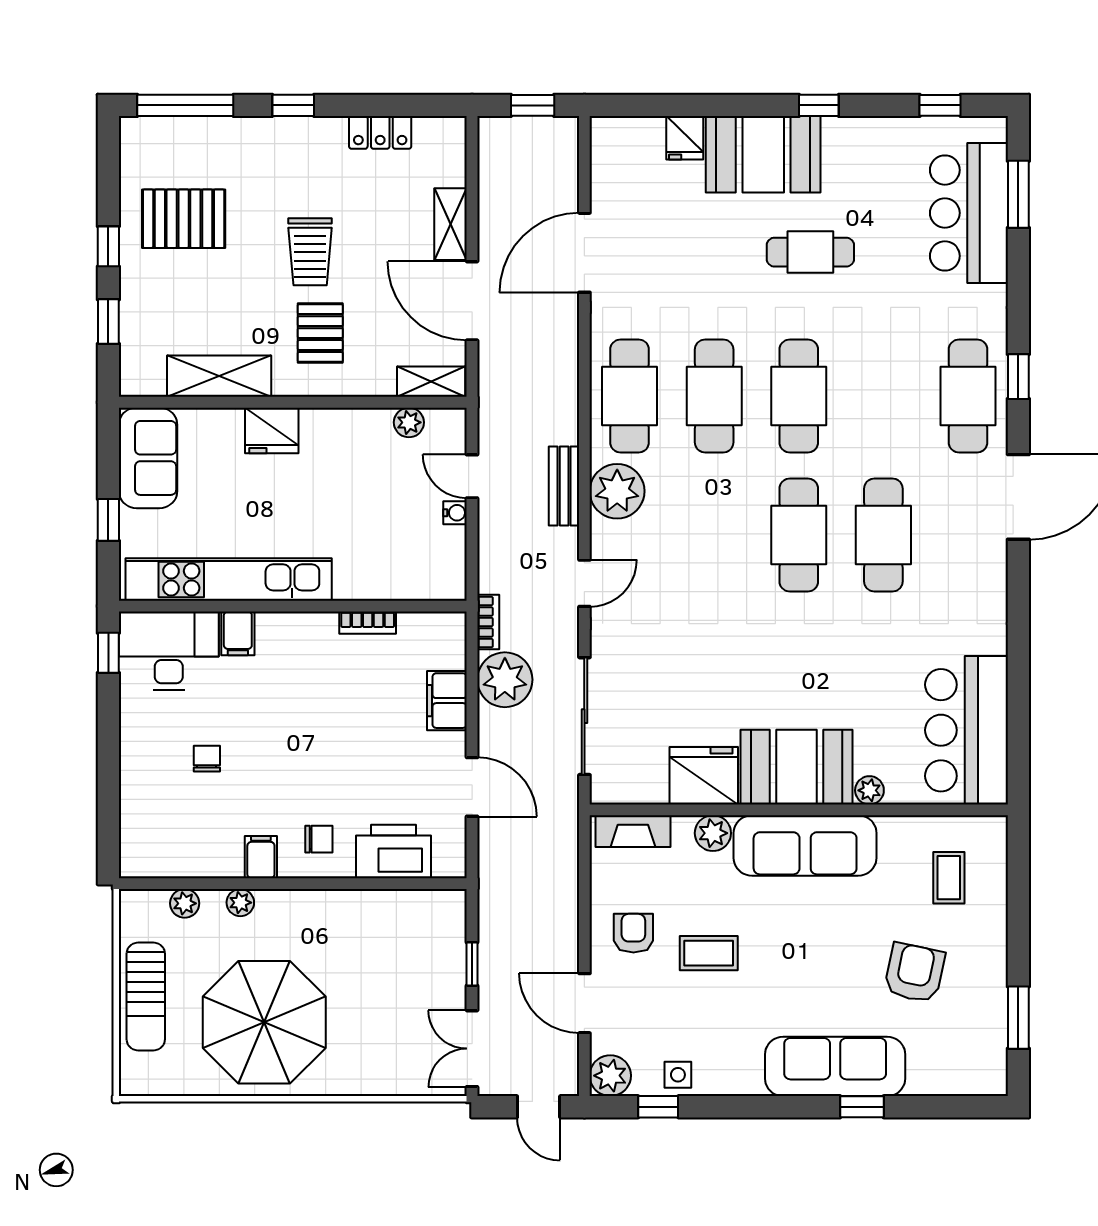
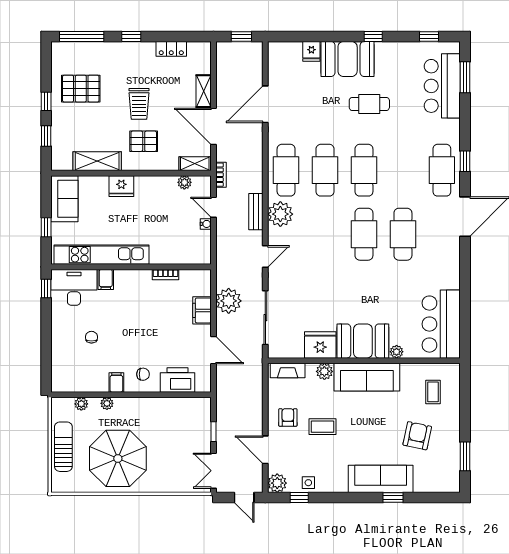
pallet: (320, 333) -> (144, 141), turned 90
bookcase: (488, 622) -> (221, 175), moved
sun lounger: (146, 996) -> (63, 447), turned 180

